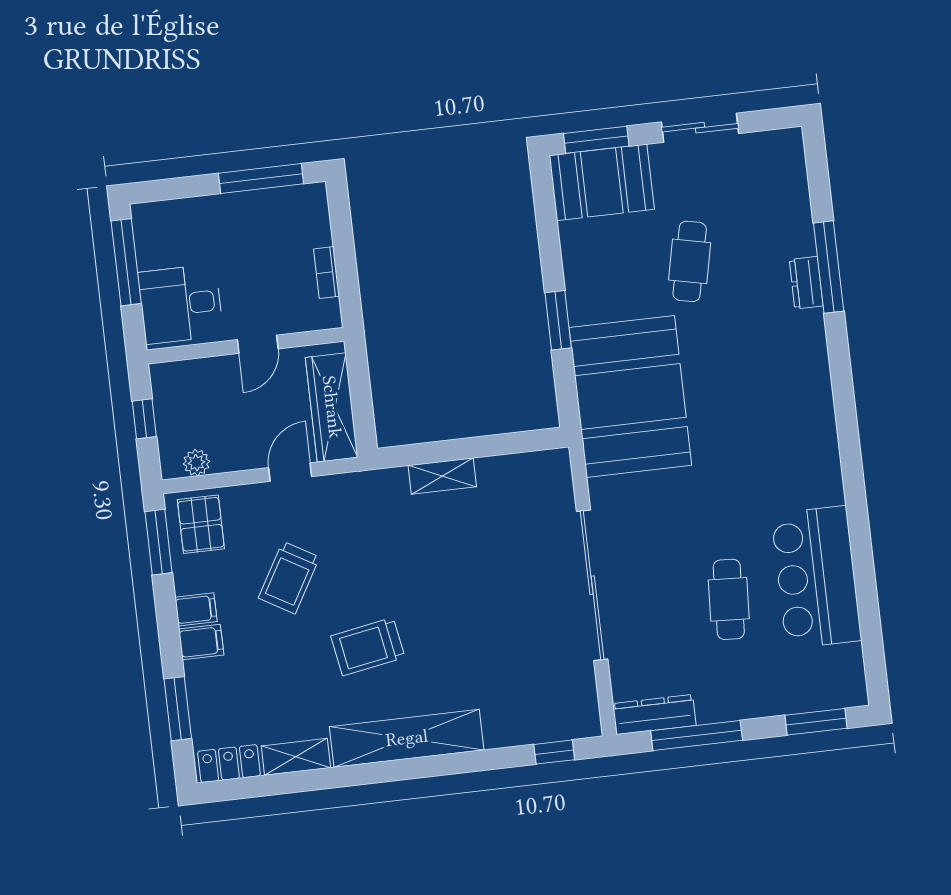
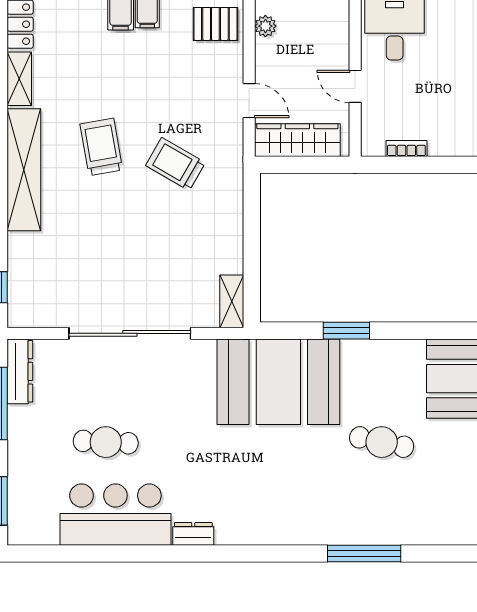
dresser: (806, 283) -> (193, 534), moved
shelving: (442, 476) -> (232, 301), moved
trolley: (289, 578) -> (175, 164), moved

